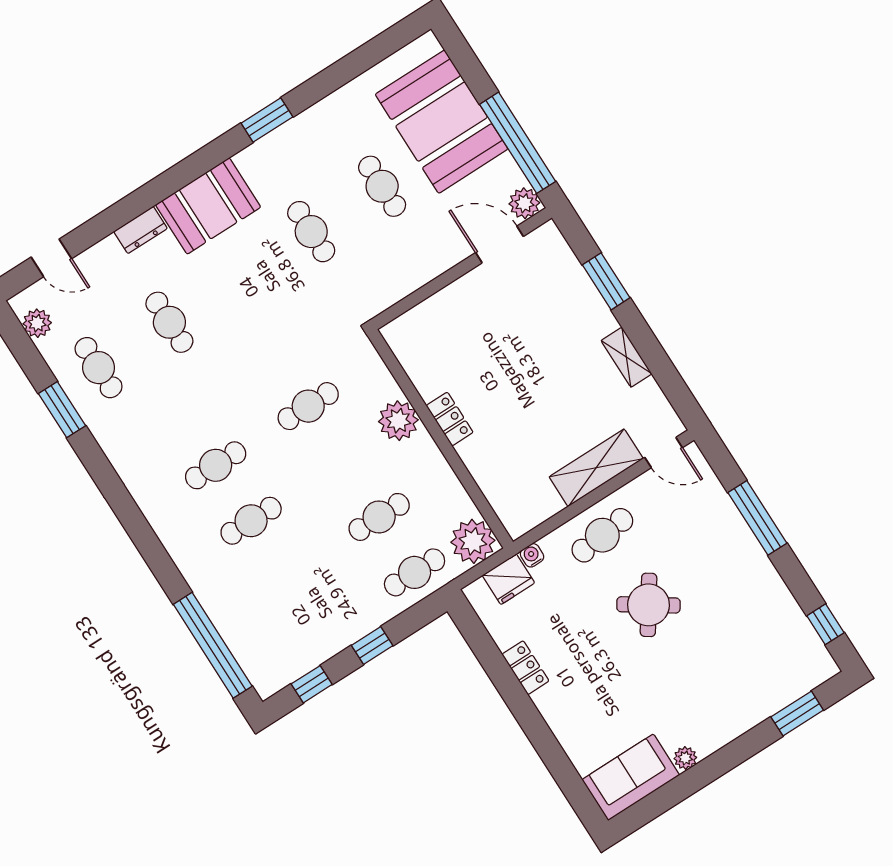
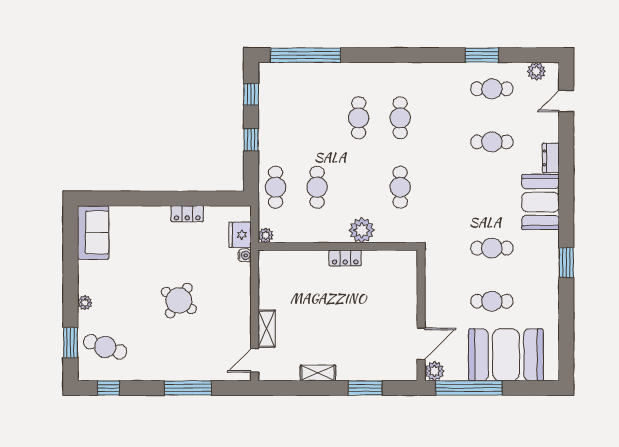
shelving: (596, 468) -> (267, 329), width x0.67, depth x0.75
cafe table: (602, 535) -> (105, 347), moved, turned -65
plant: (473, 541) -> (266, 235), width x0.53, depth x0.53
plant: (685, 758) -> (85, 303), moved

